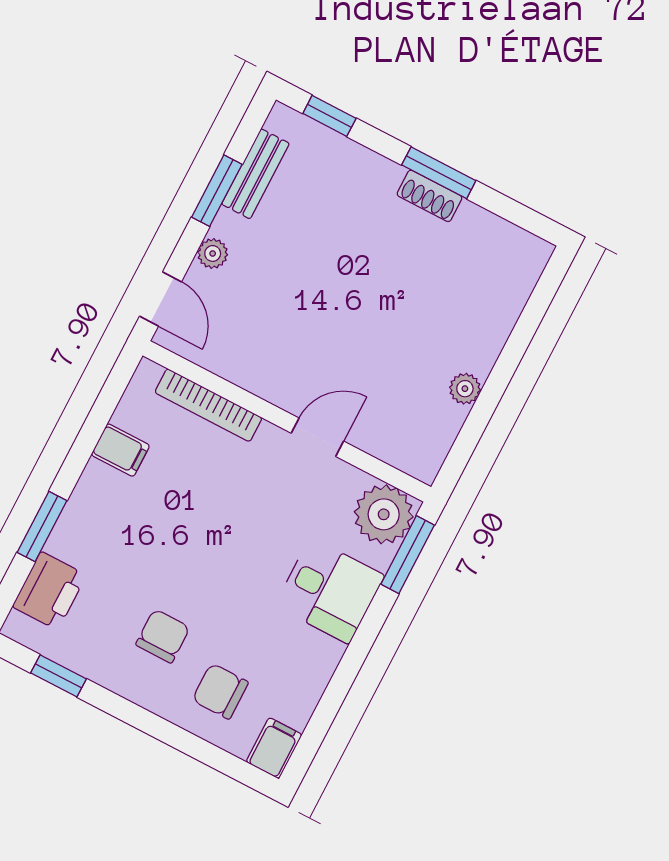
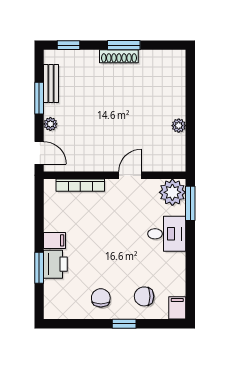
shoe rack: (430, 196) -> (119, 56), width x1.43
filing cabinet: (120, 450) -> (54, 240), moved
printer: (49, 591) -> (55, 264), moved
chair: (163, 636) -> (101, 298), moved
window: (59, 676) -> (124, 324), moved

